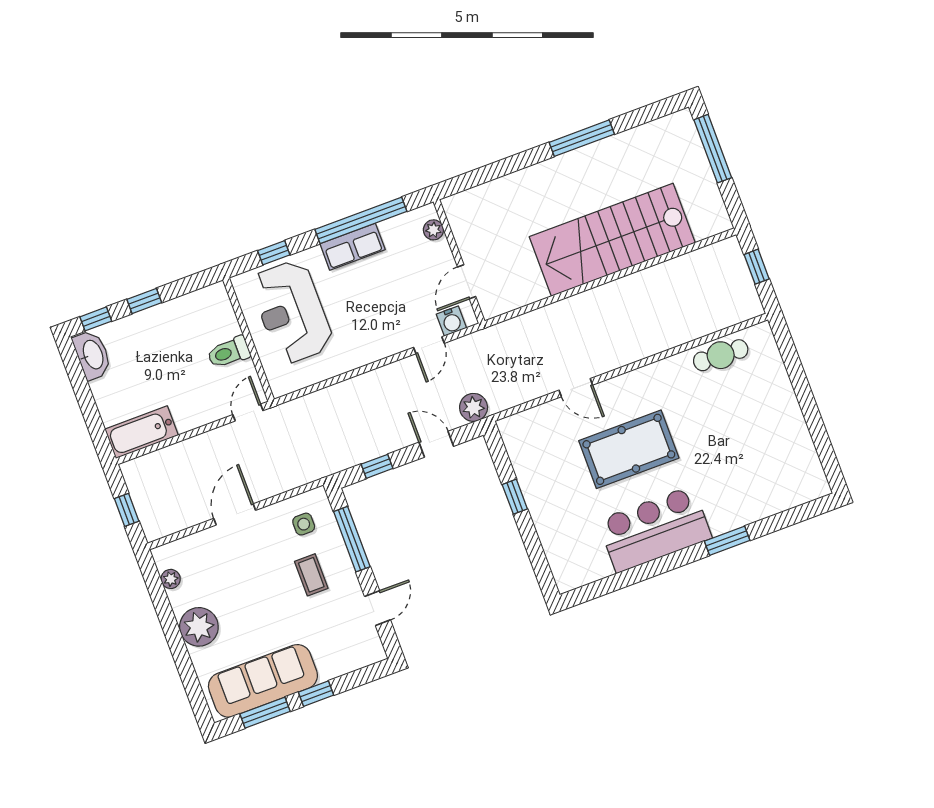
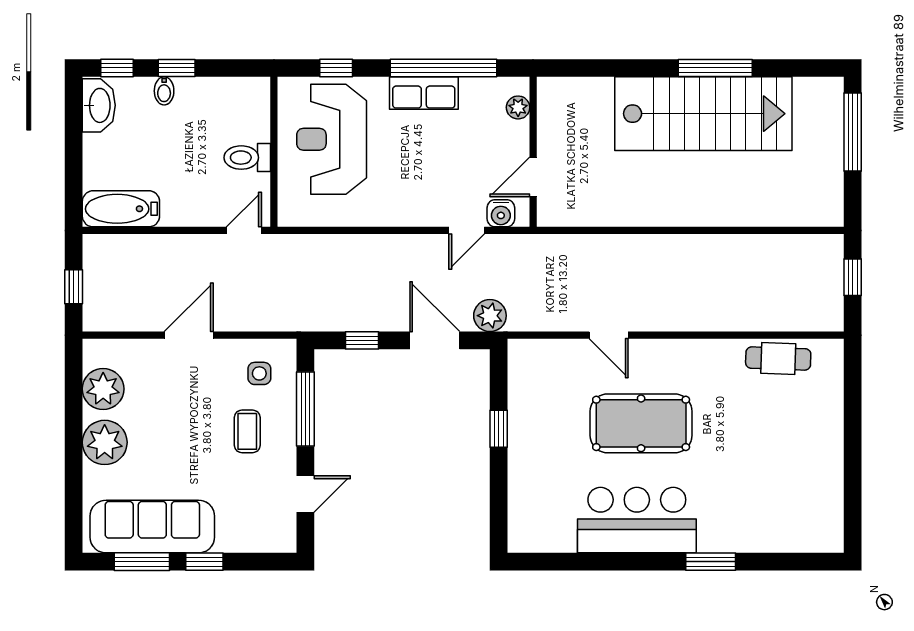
stairs: (612, 240) -> (703, 114), moved, turned 180
bidet: (141, 323) -> (164, 91), added
door: (436, 444) -> (435, 340), width x1.38
plant: (171, 579) -> (103, 389), width x1.88, depth x1.88

